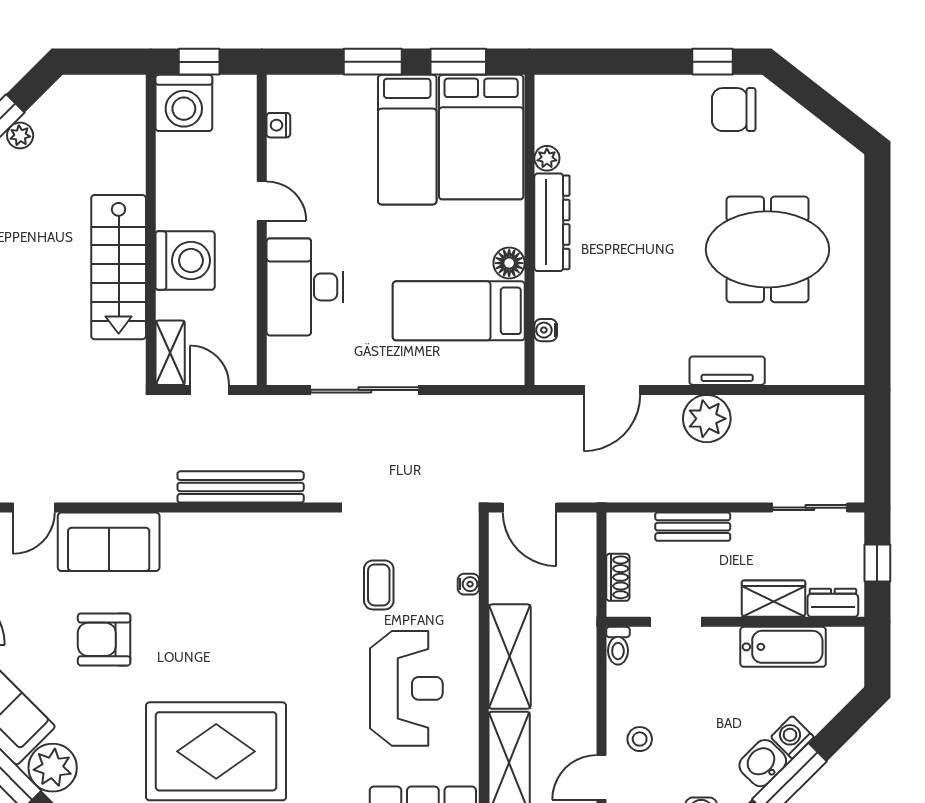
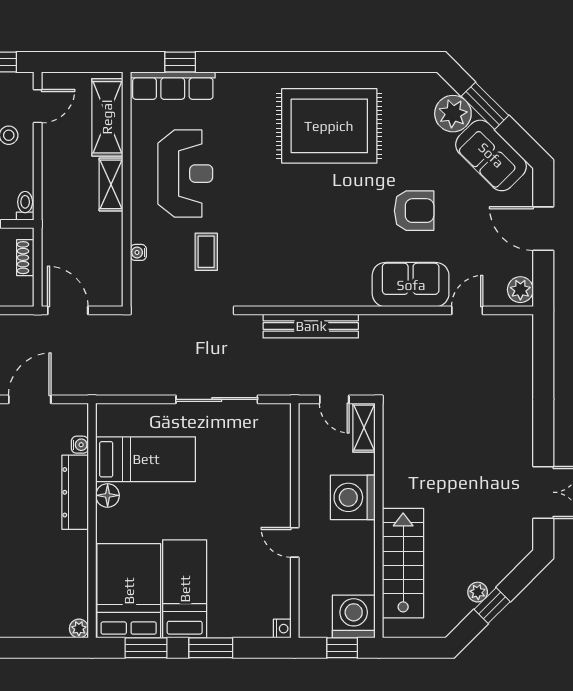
nightstand: (278, 125) -> (282, 629), moved
plant: (547, 158) -> (79, 629), moved
dresser: (552, 222) -> (75, 492), moved
stairs: (119, 267) -> (403, 563), moved
desk: (305, 287) -> (262, 477), removed
door: (530, 508) -> (68, 310), moved
shelving: (510, 657) -> (111, 184), width x0.67, depth x0.75
reception desk: (406, 688) -> (185, 174), turned 180

